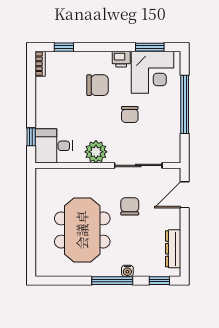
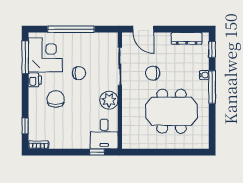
window: (150, 47) -> (25, 57), width x1.44

